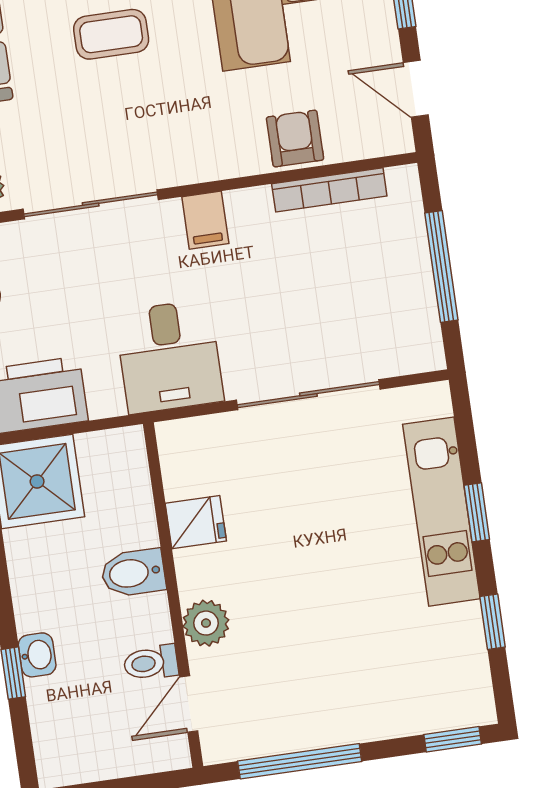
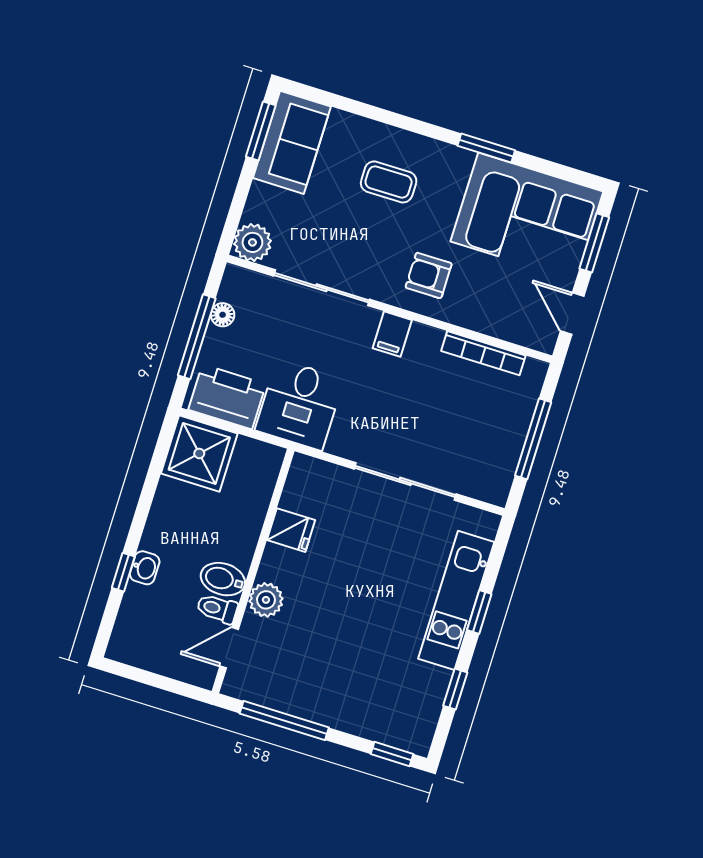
armchair: (295, 139) -> (429, 275), moved, turned -90
desk: (169, 357) -> (300, 405), moved
bidet: (133, 573) -> (223, 579), moved

